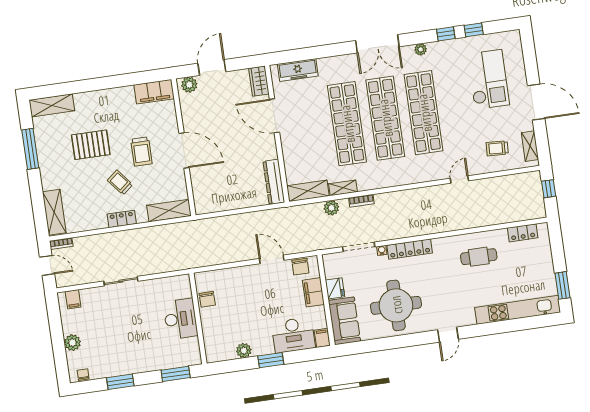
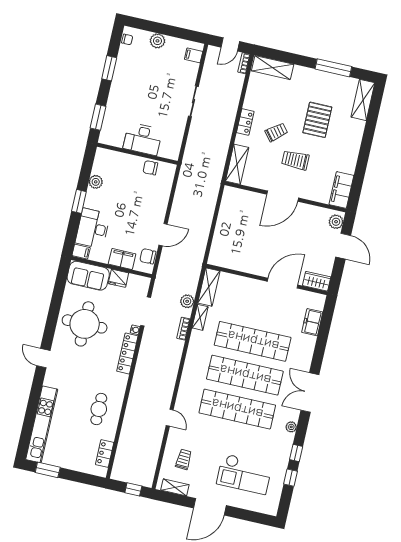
freezer: (298, 70) -> (312, 322), width x0.71
dresser: (274, 182) -> (227, 261), removed

